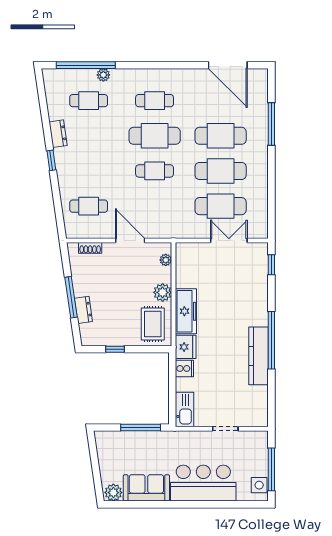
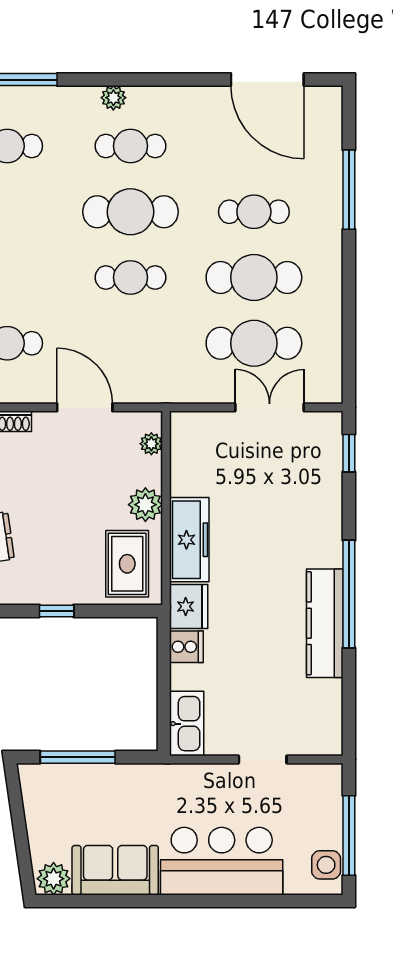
plant: (103, 75) -> (113, 98), moved
cafe table: (221, 136) -> (254, 212), width x0.73, depth x0.74
window: (141, 427) -> (78, 757), moved

